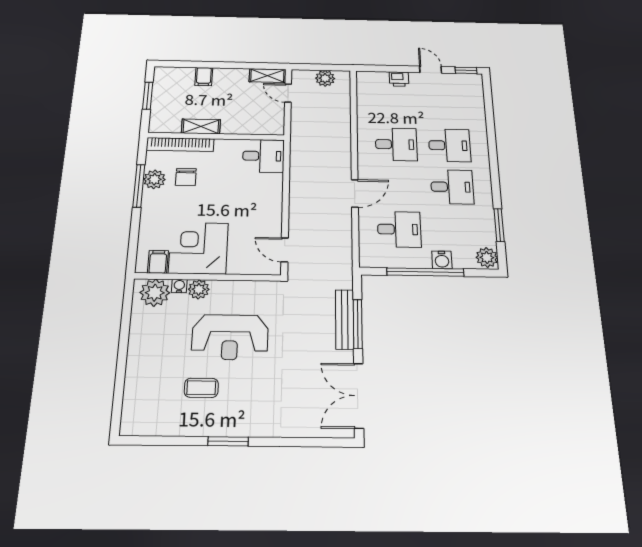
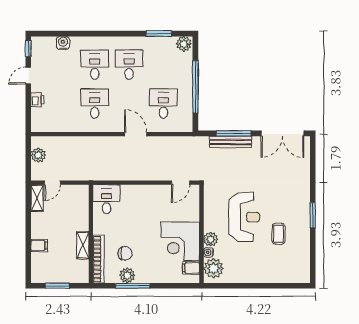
water cooler: (442, 260) -> (63, 43), moved, turned -90

